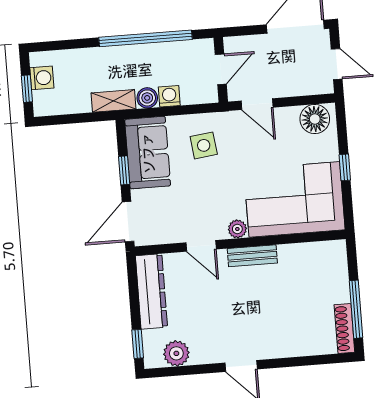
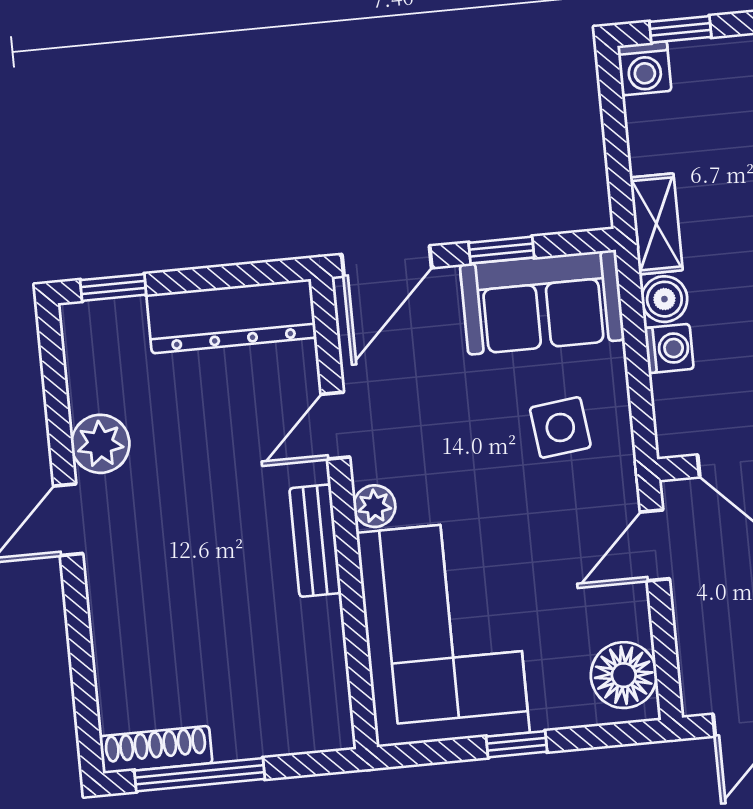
washing machine: (42, 78) -> (644, 68), moved
door: (128, 222) -> (387, 261), swing flipped
plant: (176, 353) -> (100, 444), moved

